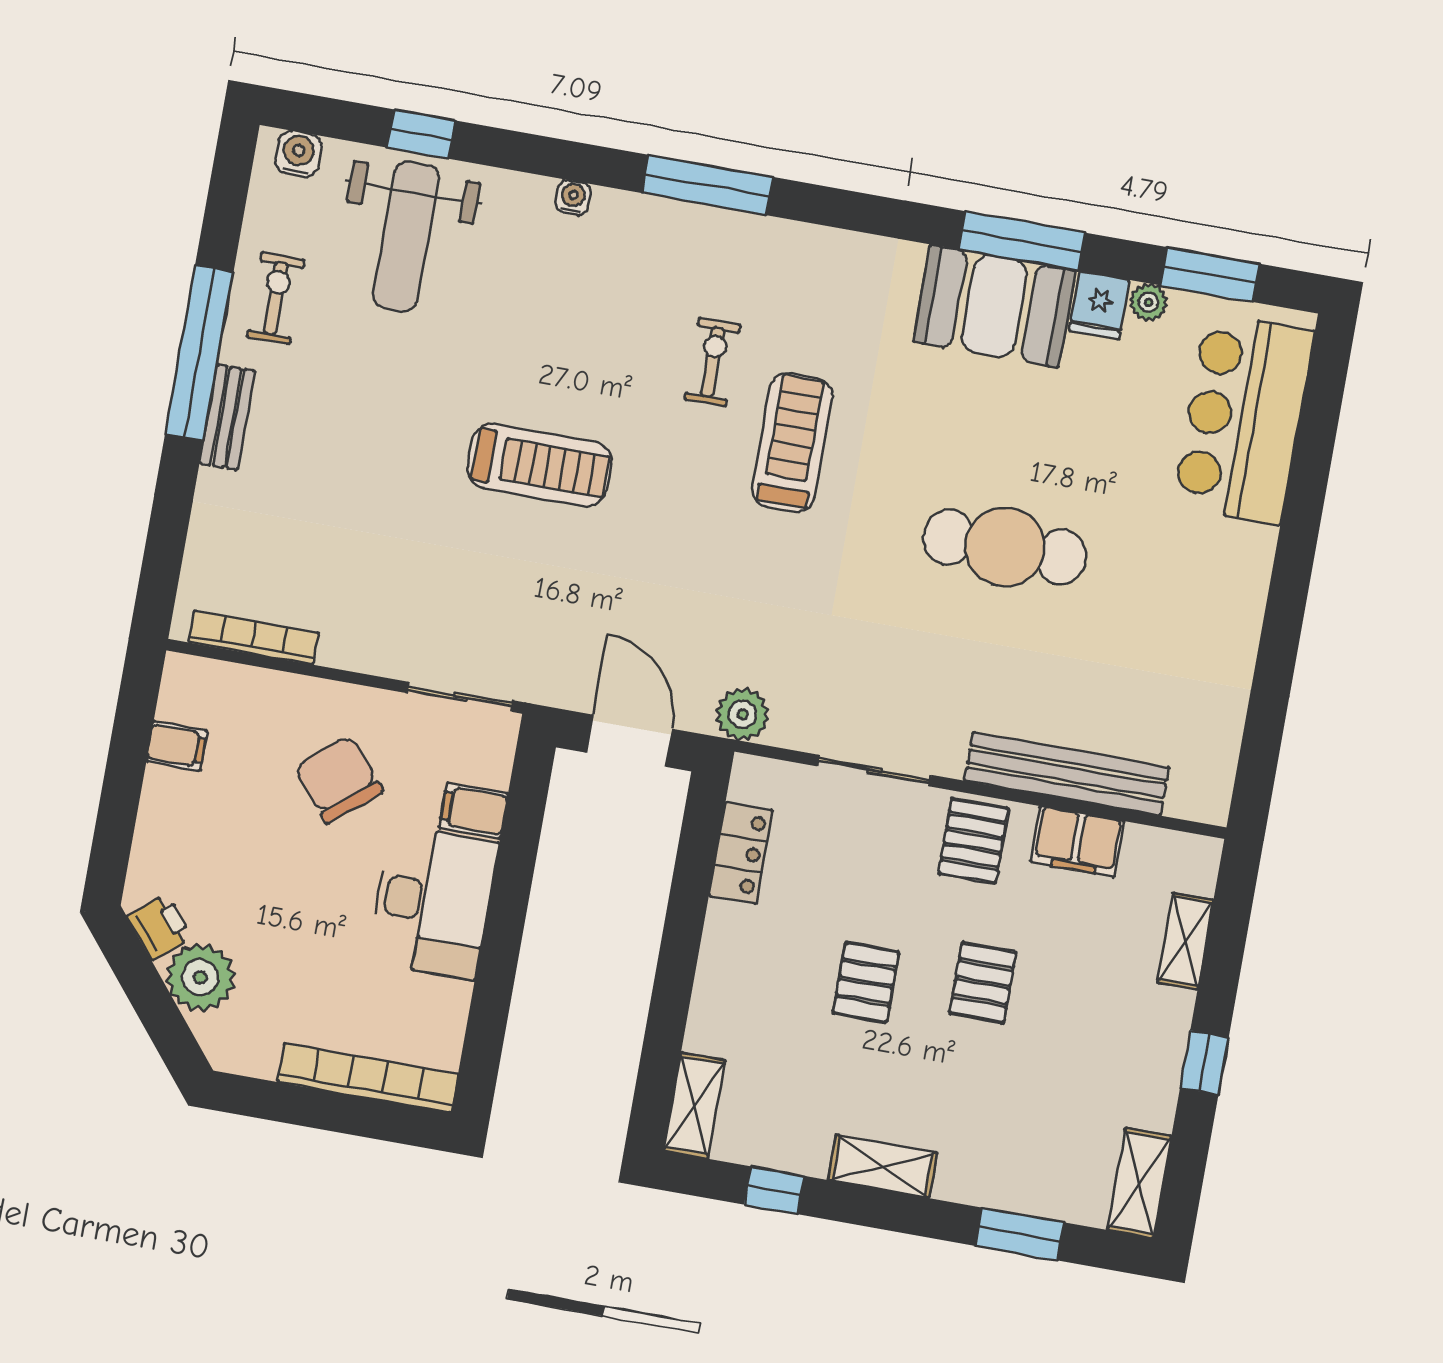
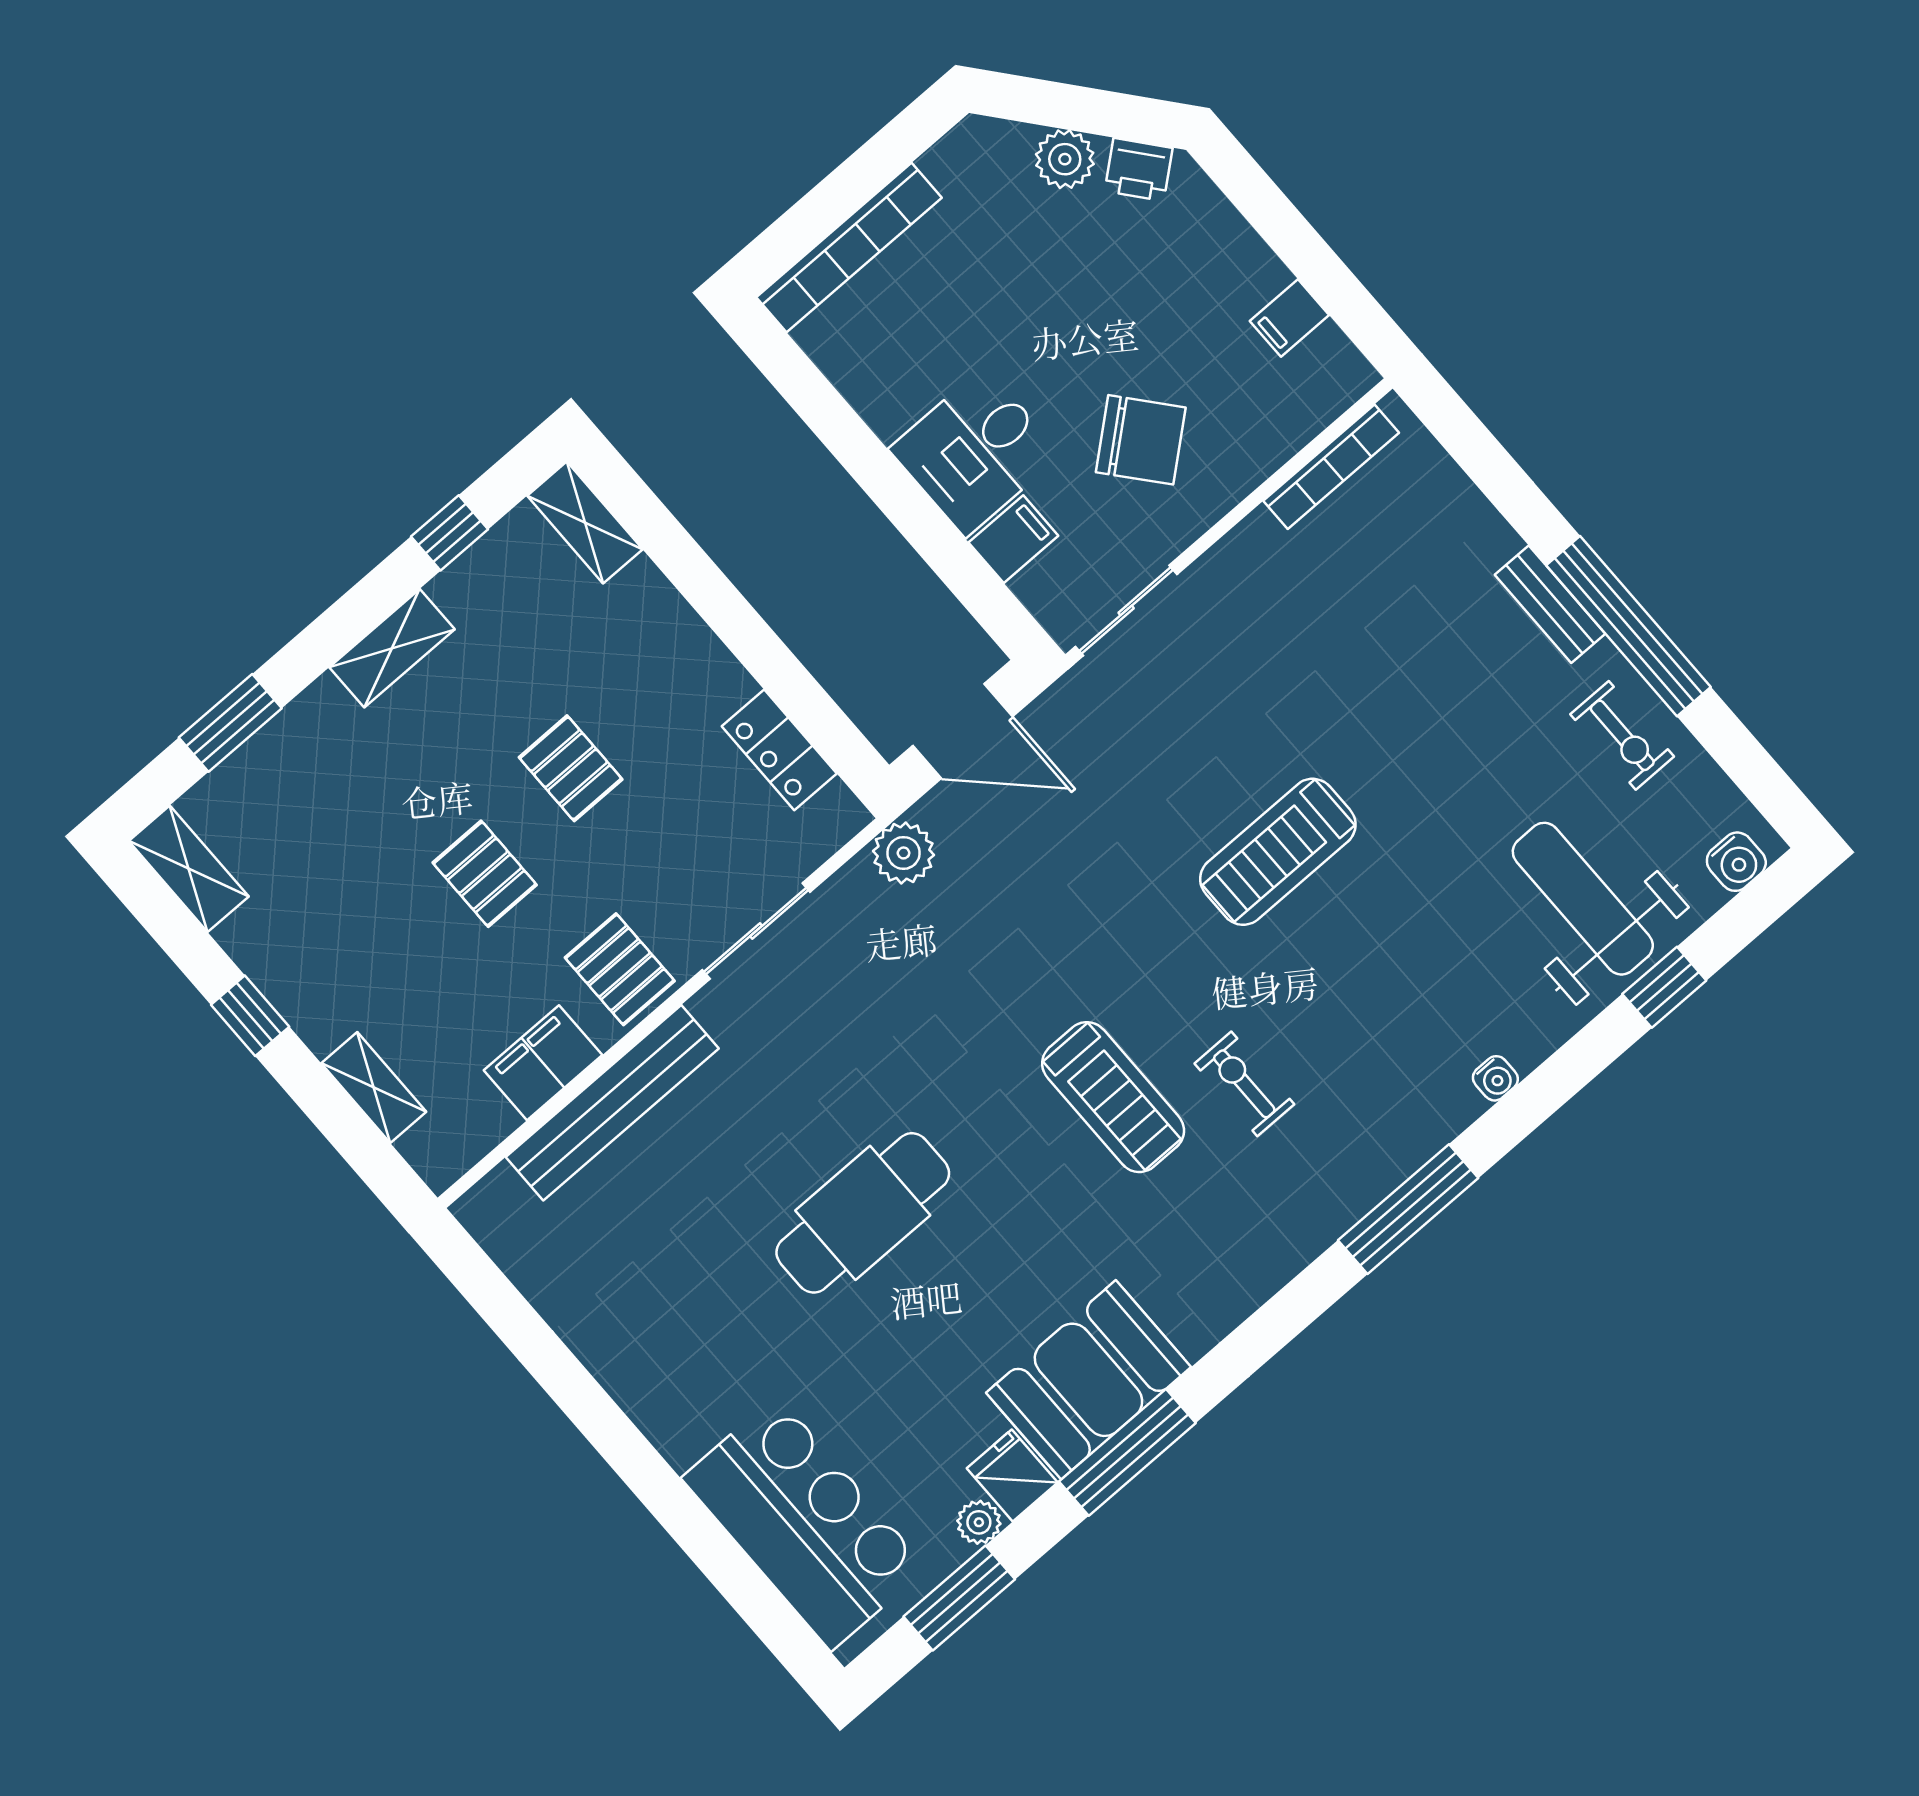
exercise bike: (712, 362) -> (1244, 1084), turned 180
desk: (433, 902) -> (975, 452), width x0.73
plant: (200, 977) -> (1065, 159), width x0.73, depth x0.73

